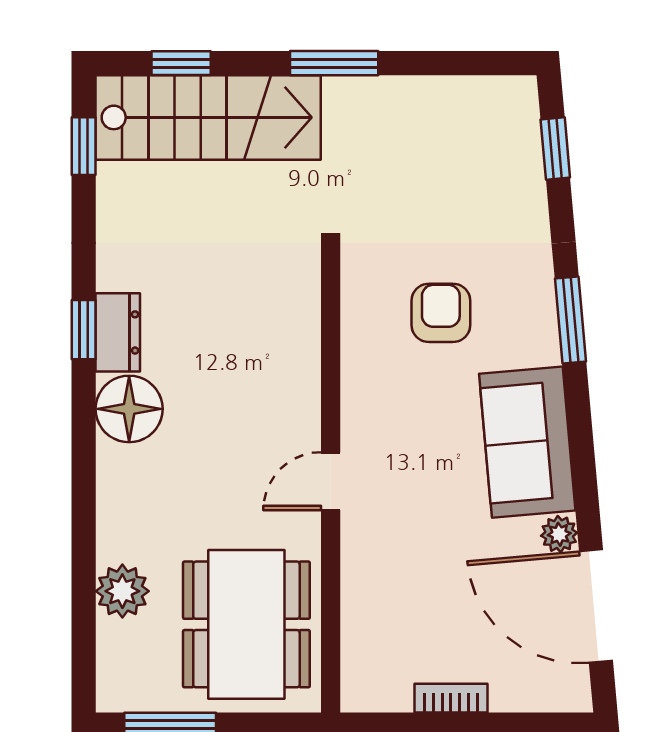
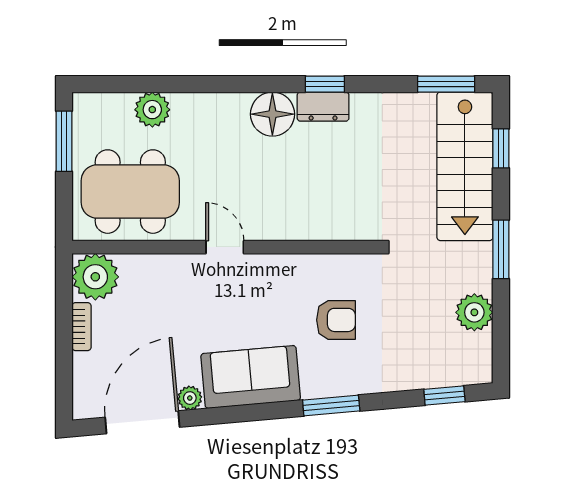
plant: (429, 103) -> (474, 312), added
window: (84, 146) -> (446, 84), width x1.50
plant: (376, 677) -> (95, 277), added

